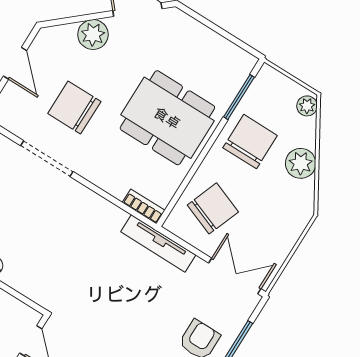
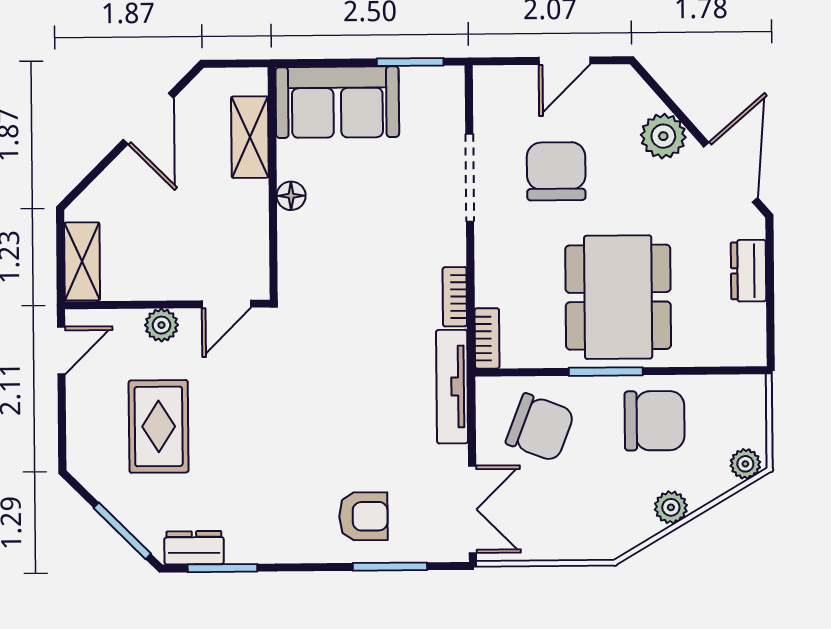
dresser: (199, 35) -> (749, 271), added
window: (239, 97) -> (606, 372), moved
plant: (301, 163) -> (671, 507), width x0.73, depth x0.73
bookcase: (109, 210) -> (455, 297), added

